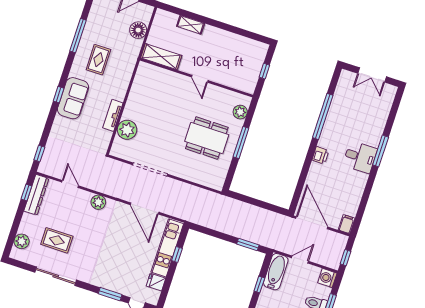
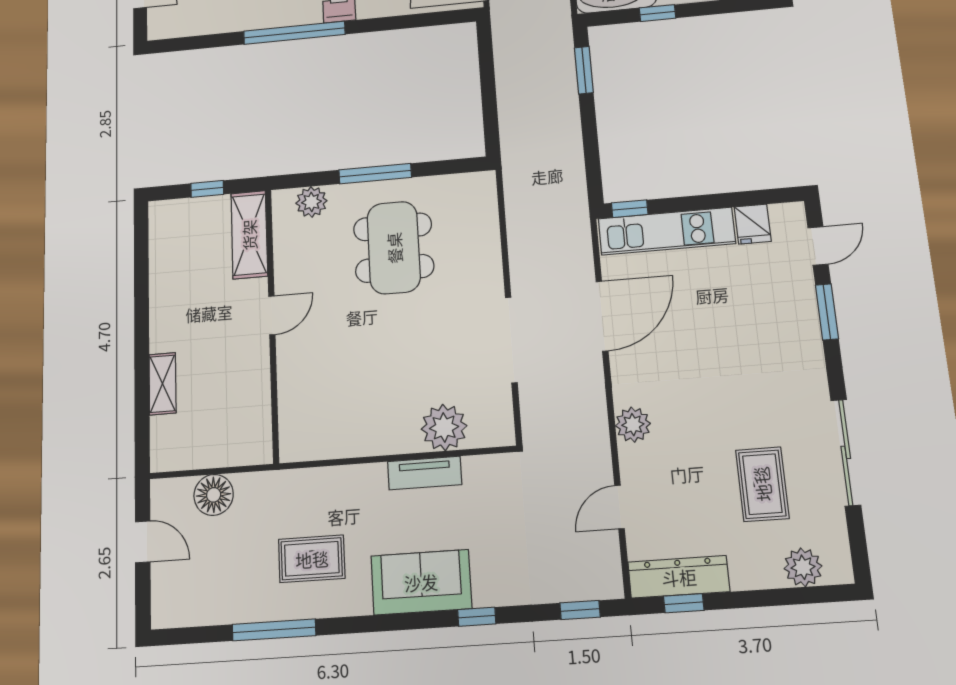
shelving: (161, 57) -> (249, 235), moved
window: (59, 95) -> (477, 617), moved
window: (323, 116) -> (294, 33), moved
window: (177, 255) -> (630, 209), moved

